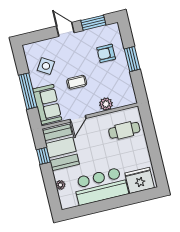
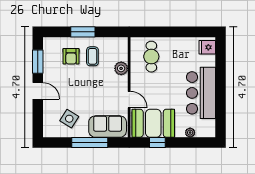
door: (65, 29) -> (38, 91), swing flipped
coffee table: (77, 82) -> (92, 56), moved
fridge: (140, 180) -> (207, 47), width x0.53, depth x0.75

